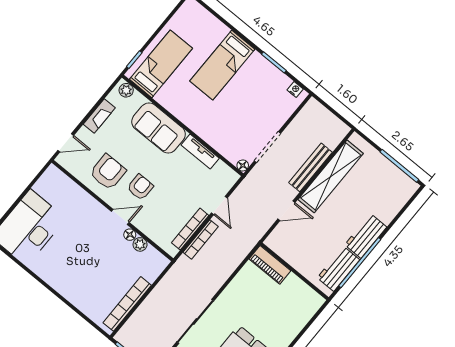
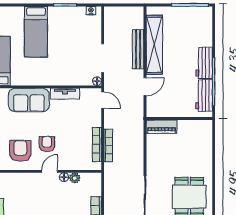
door: (219, 205) -> (103, 100), moved

